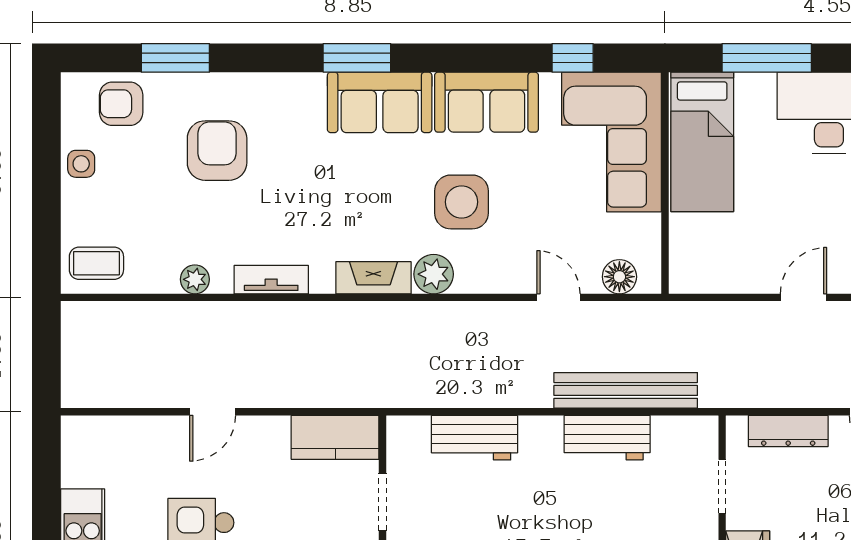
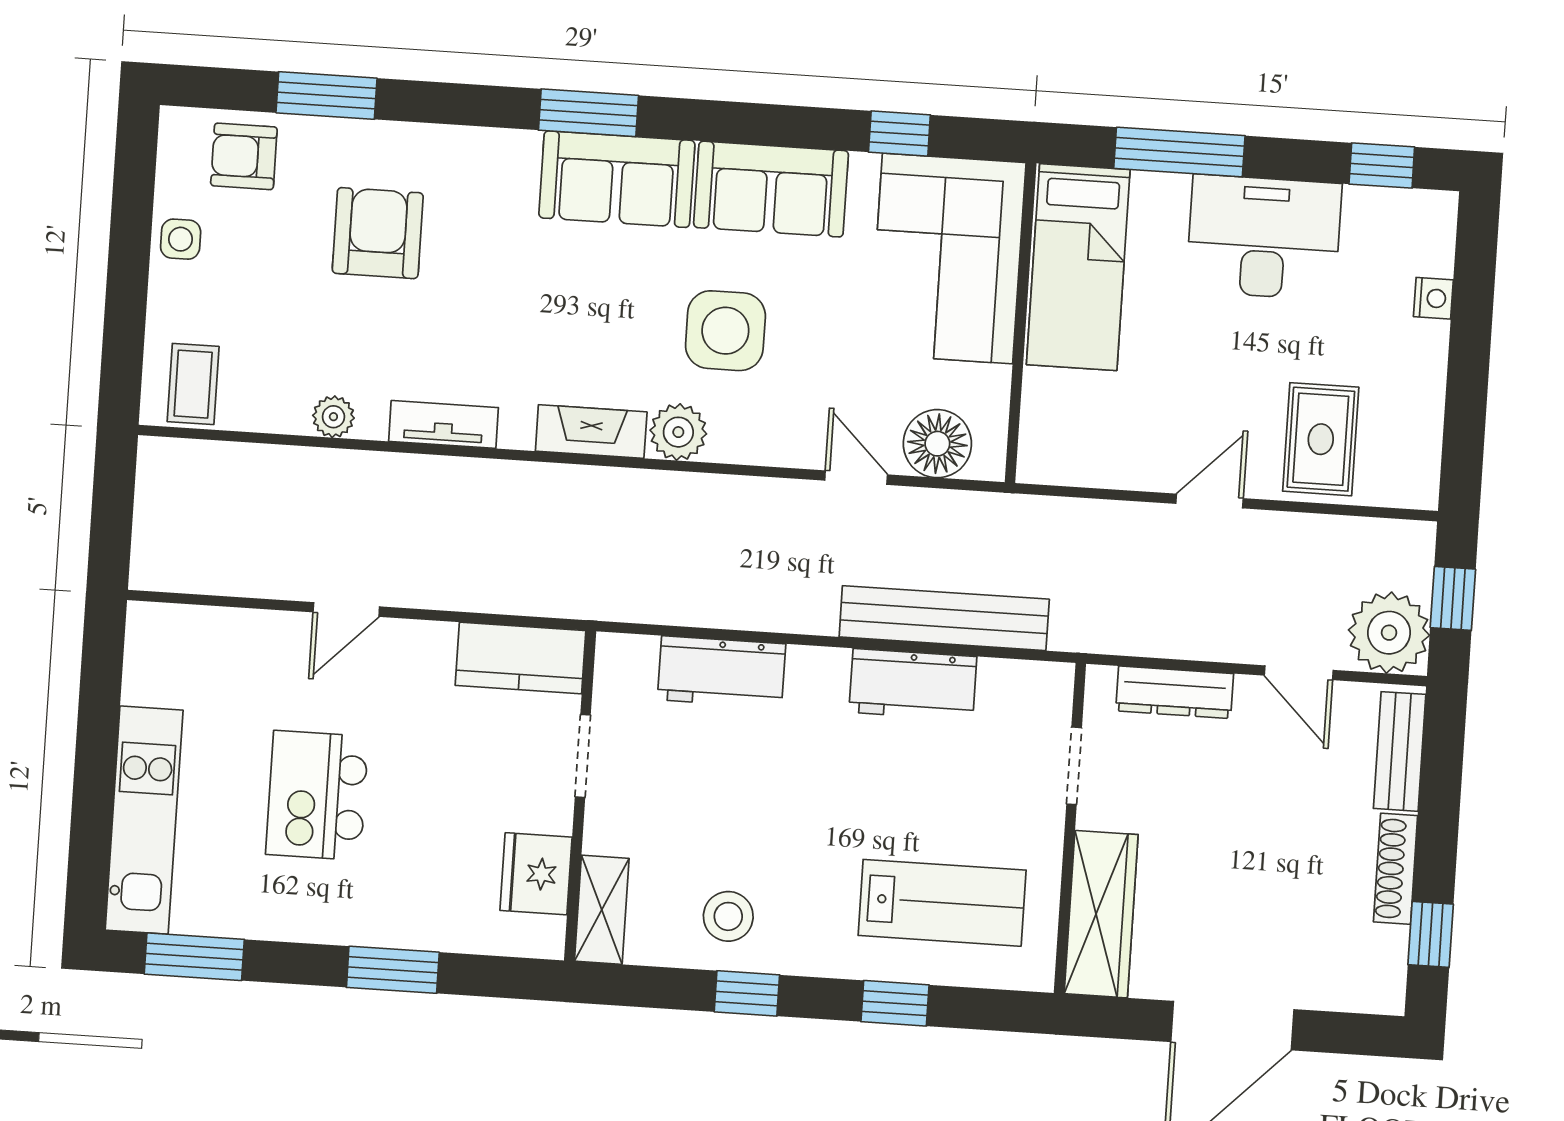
coffee table: (96, 263) -> (193, 384), turned 90
floor lamp: (619, 277) -> (937, 444), width x1.38, depth x1.38

